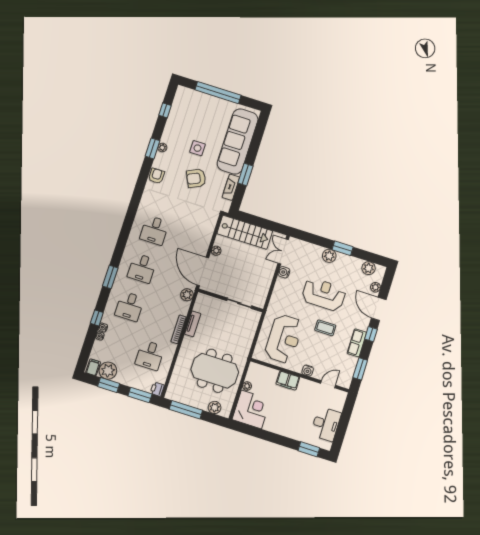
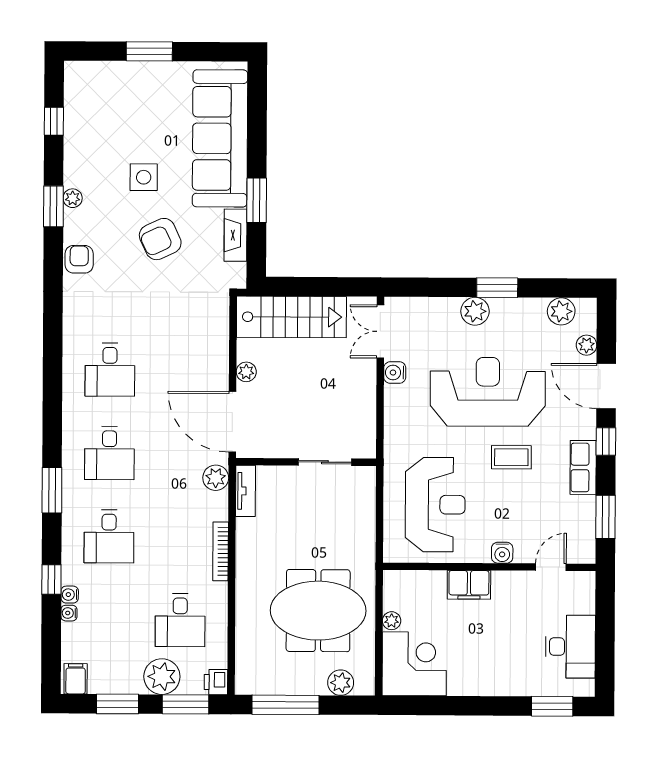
window: (218, 93) -> (149, 51), width x0.47
reception desk: (324, 294) -> (488, 392), width x1.36, depth x1.30
tv unit: (193, 324) -> (245, 491), moved
plant: (108, 371) -> (162, 677), moved

